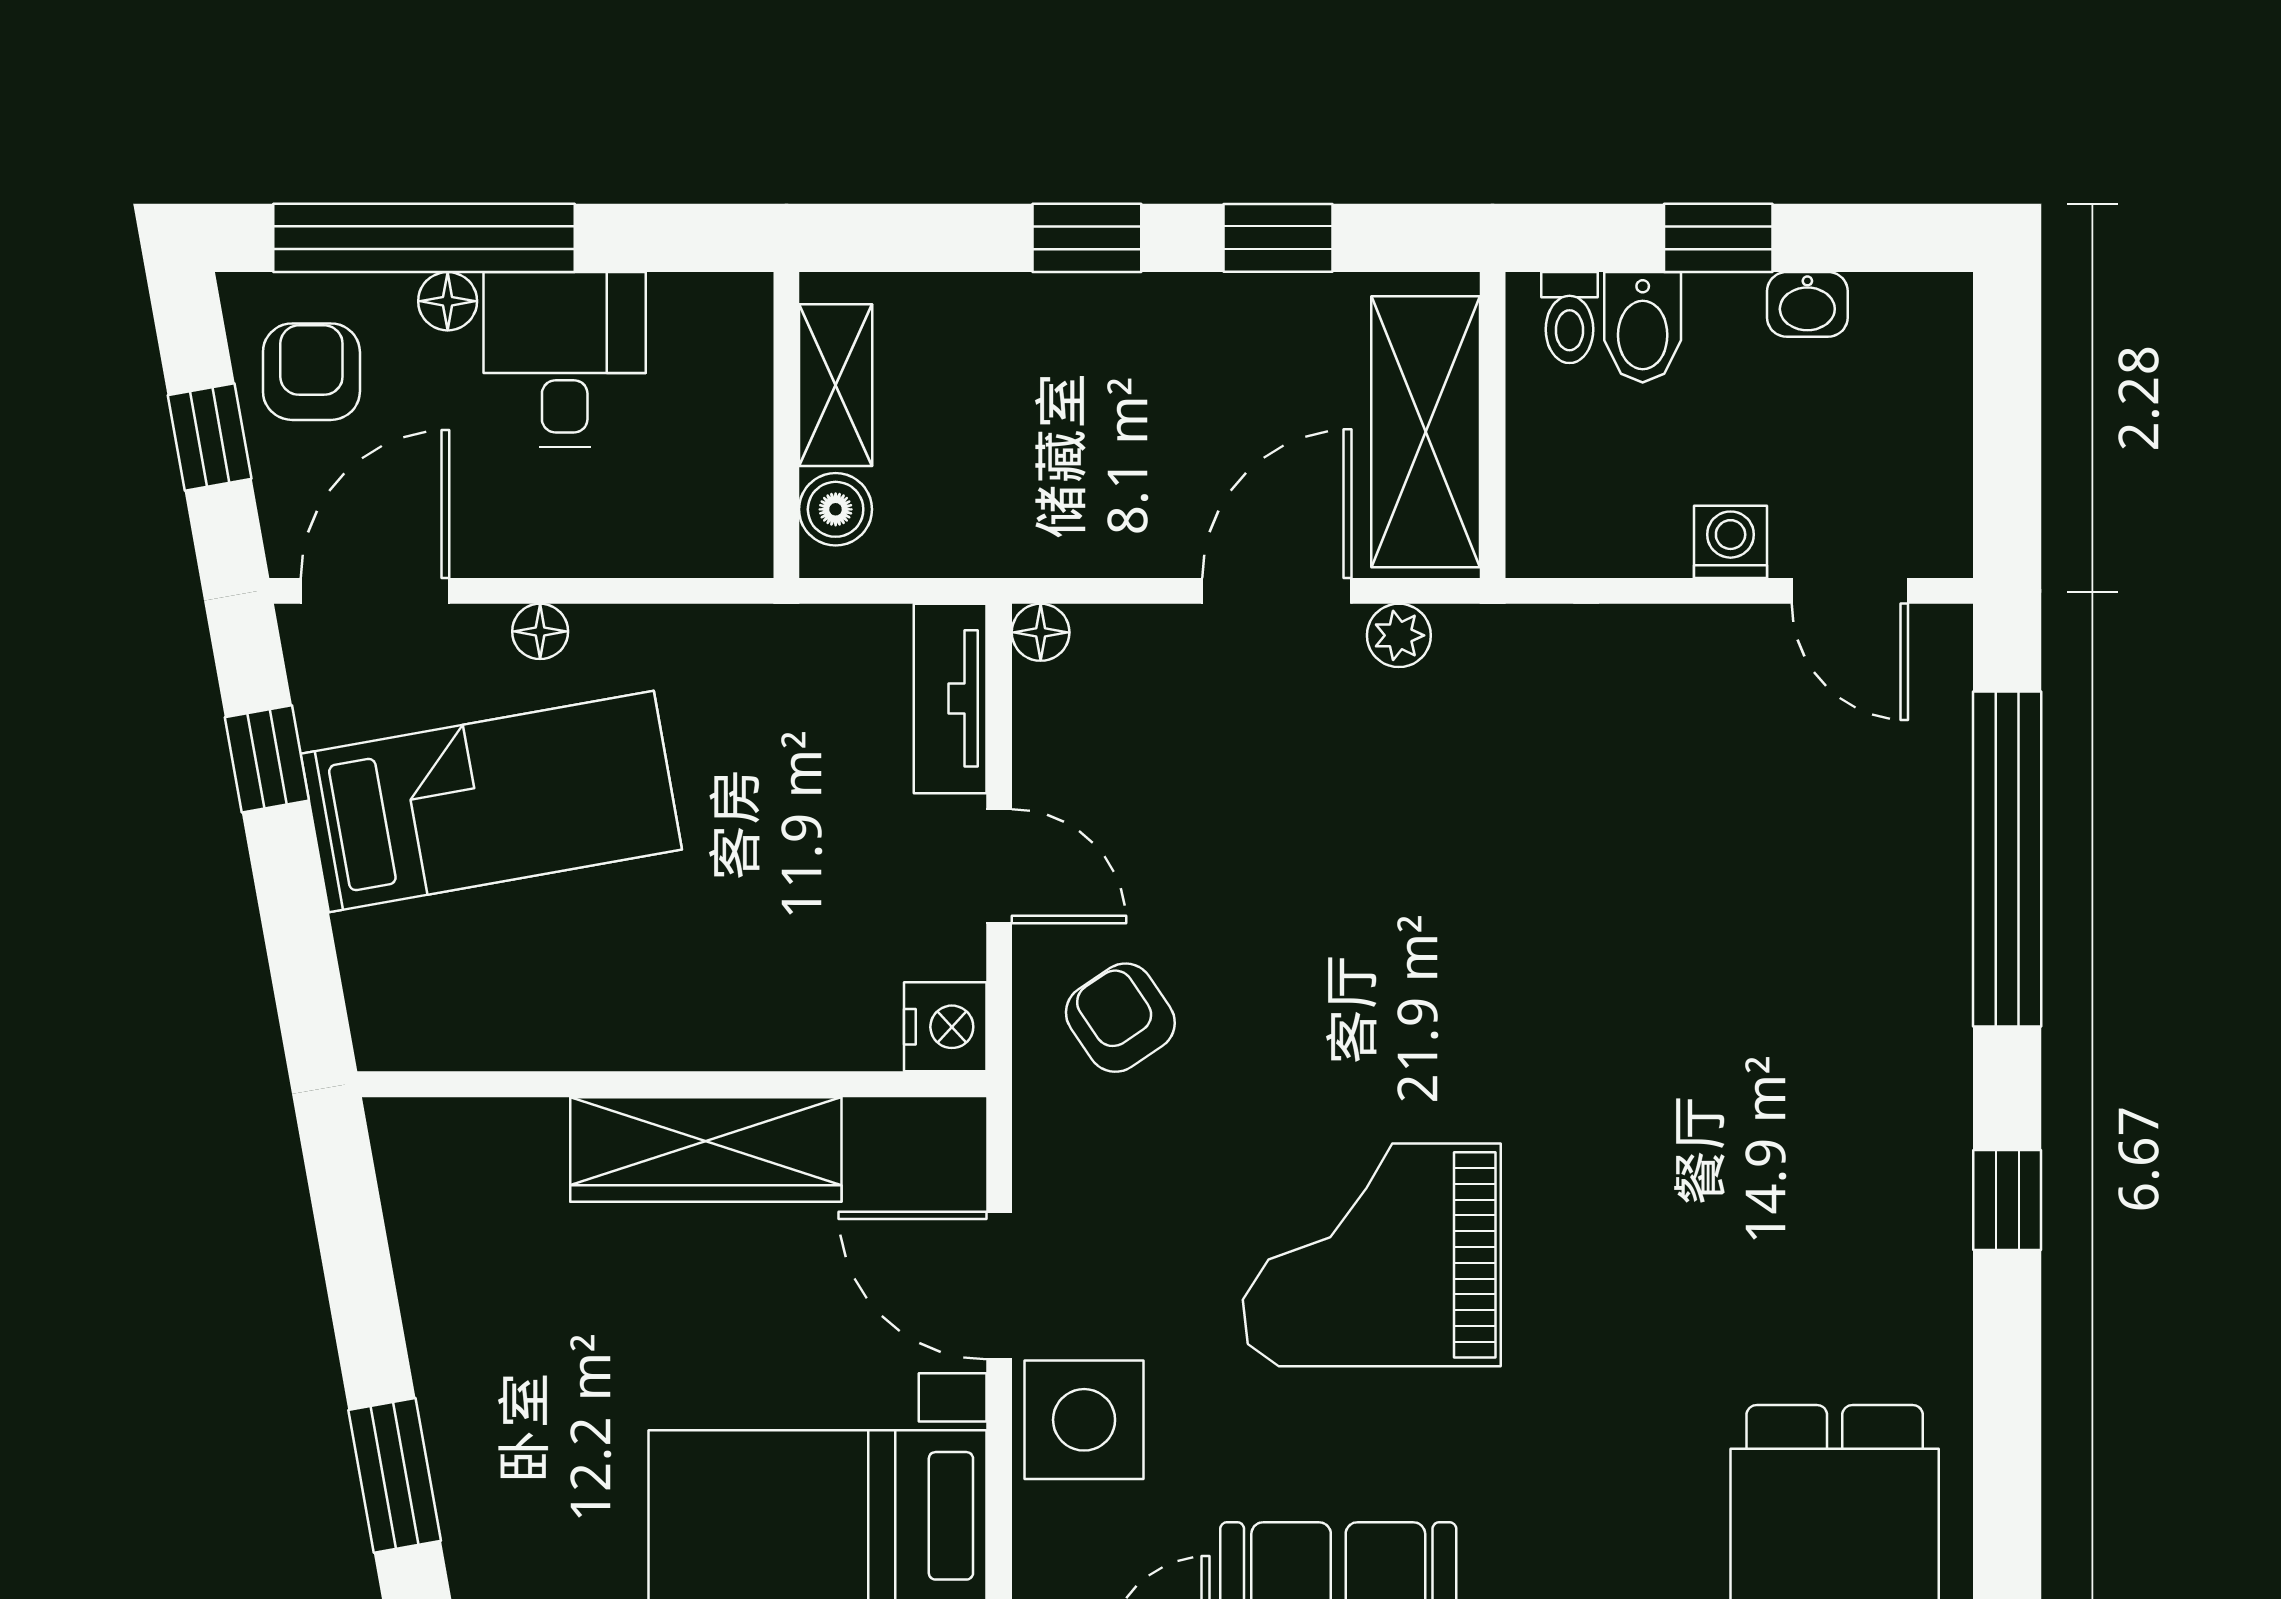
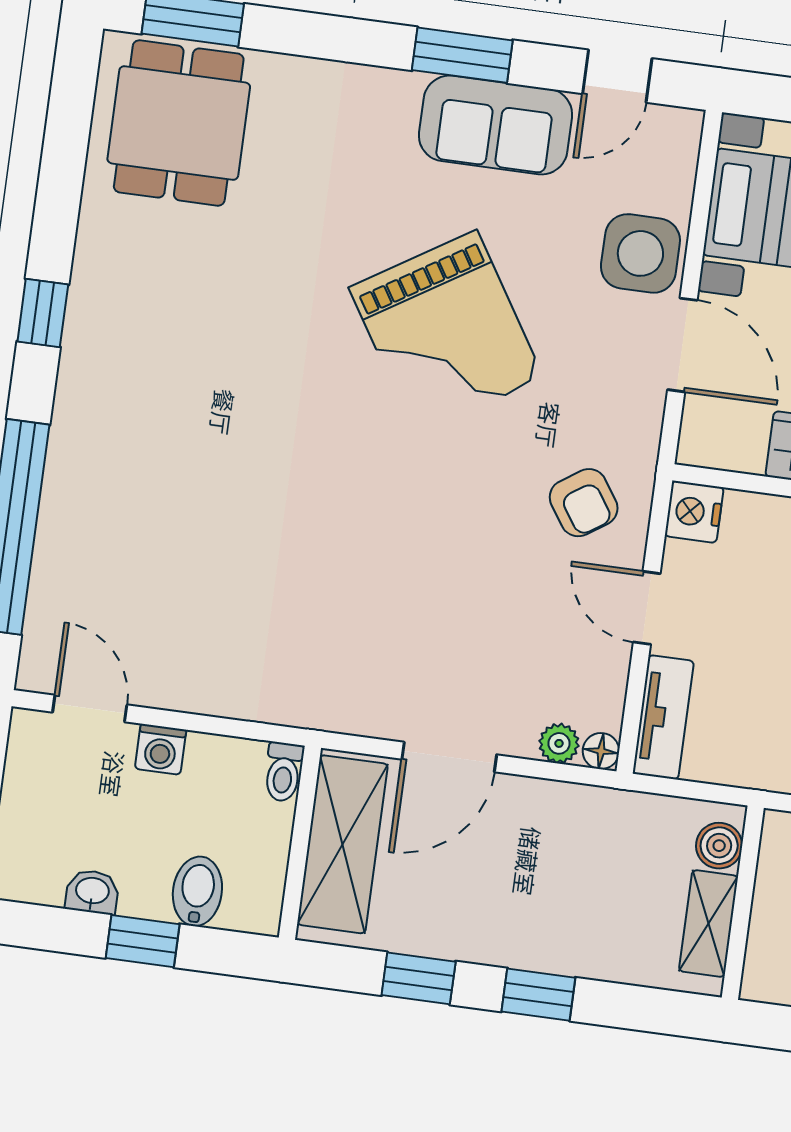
toilet: (1569, 318) -> (283, 772), moved, turned 180
plant: (1399, 635) -> (559, 743), moved
grand piano: (1372, 1255) -> (446, 333), turned 58

